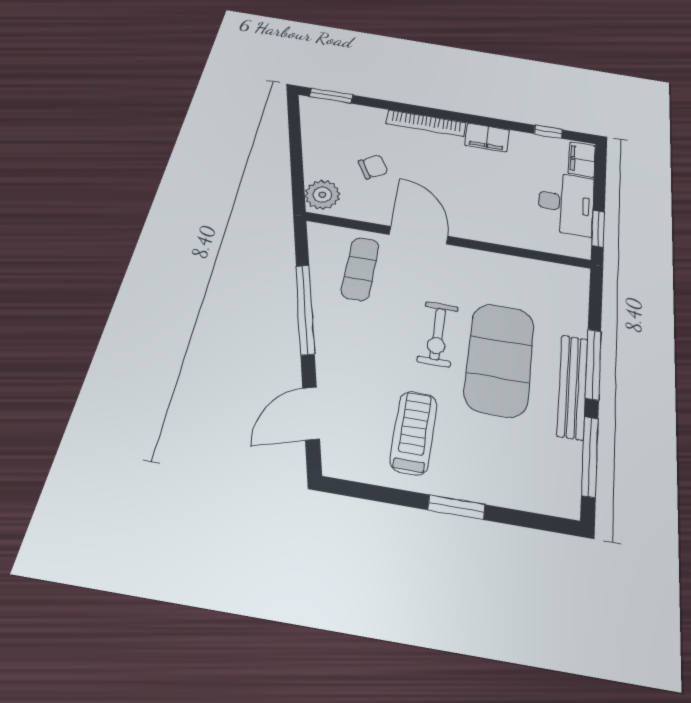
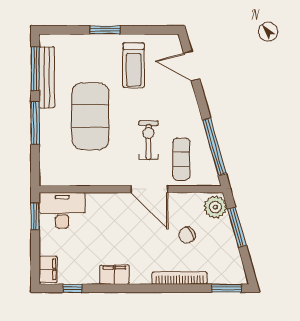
bookcase: (426, 123) -> (180, 278), moved
window: (297, 164) -> (237, 227), added
desk: (566, 203) -> (62, 210), moved, turned 90
window: (305, 309) -> (214, 147), moved
exercise bike: (438, 334) -> (148, 140), moved
bench: (573, 386) -> (47, 77), moved
door: (311, 413) -> (192, 66), swing flipped

